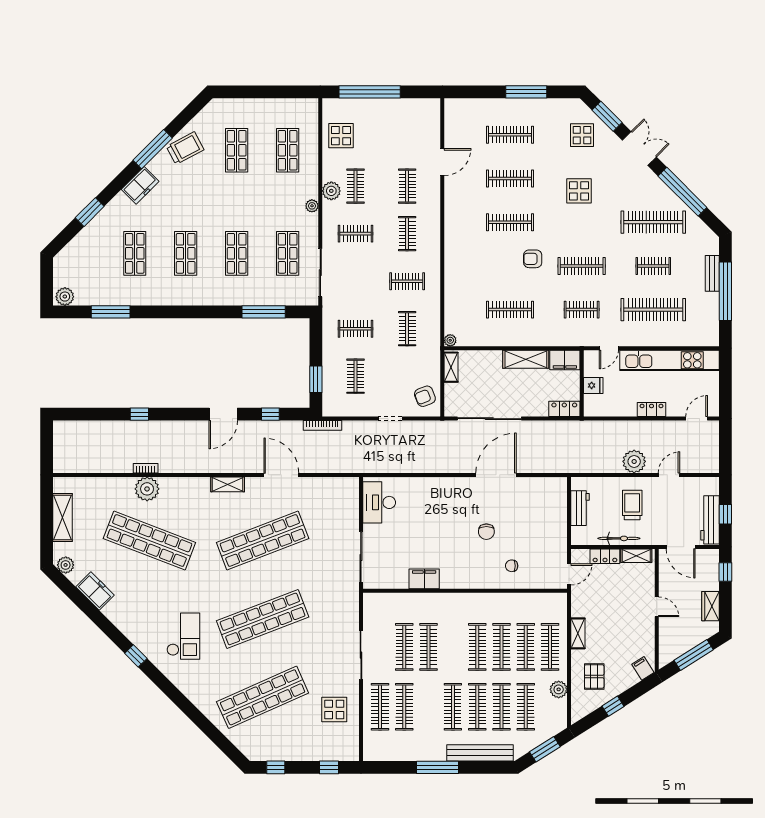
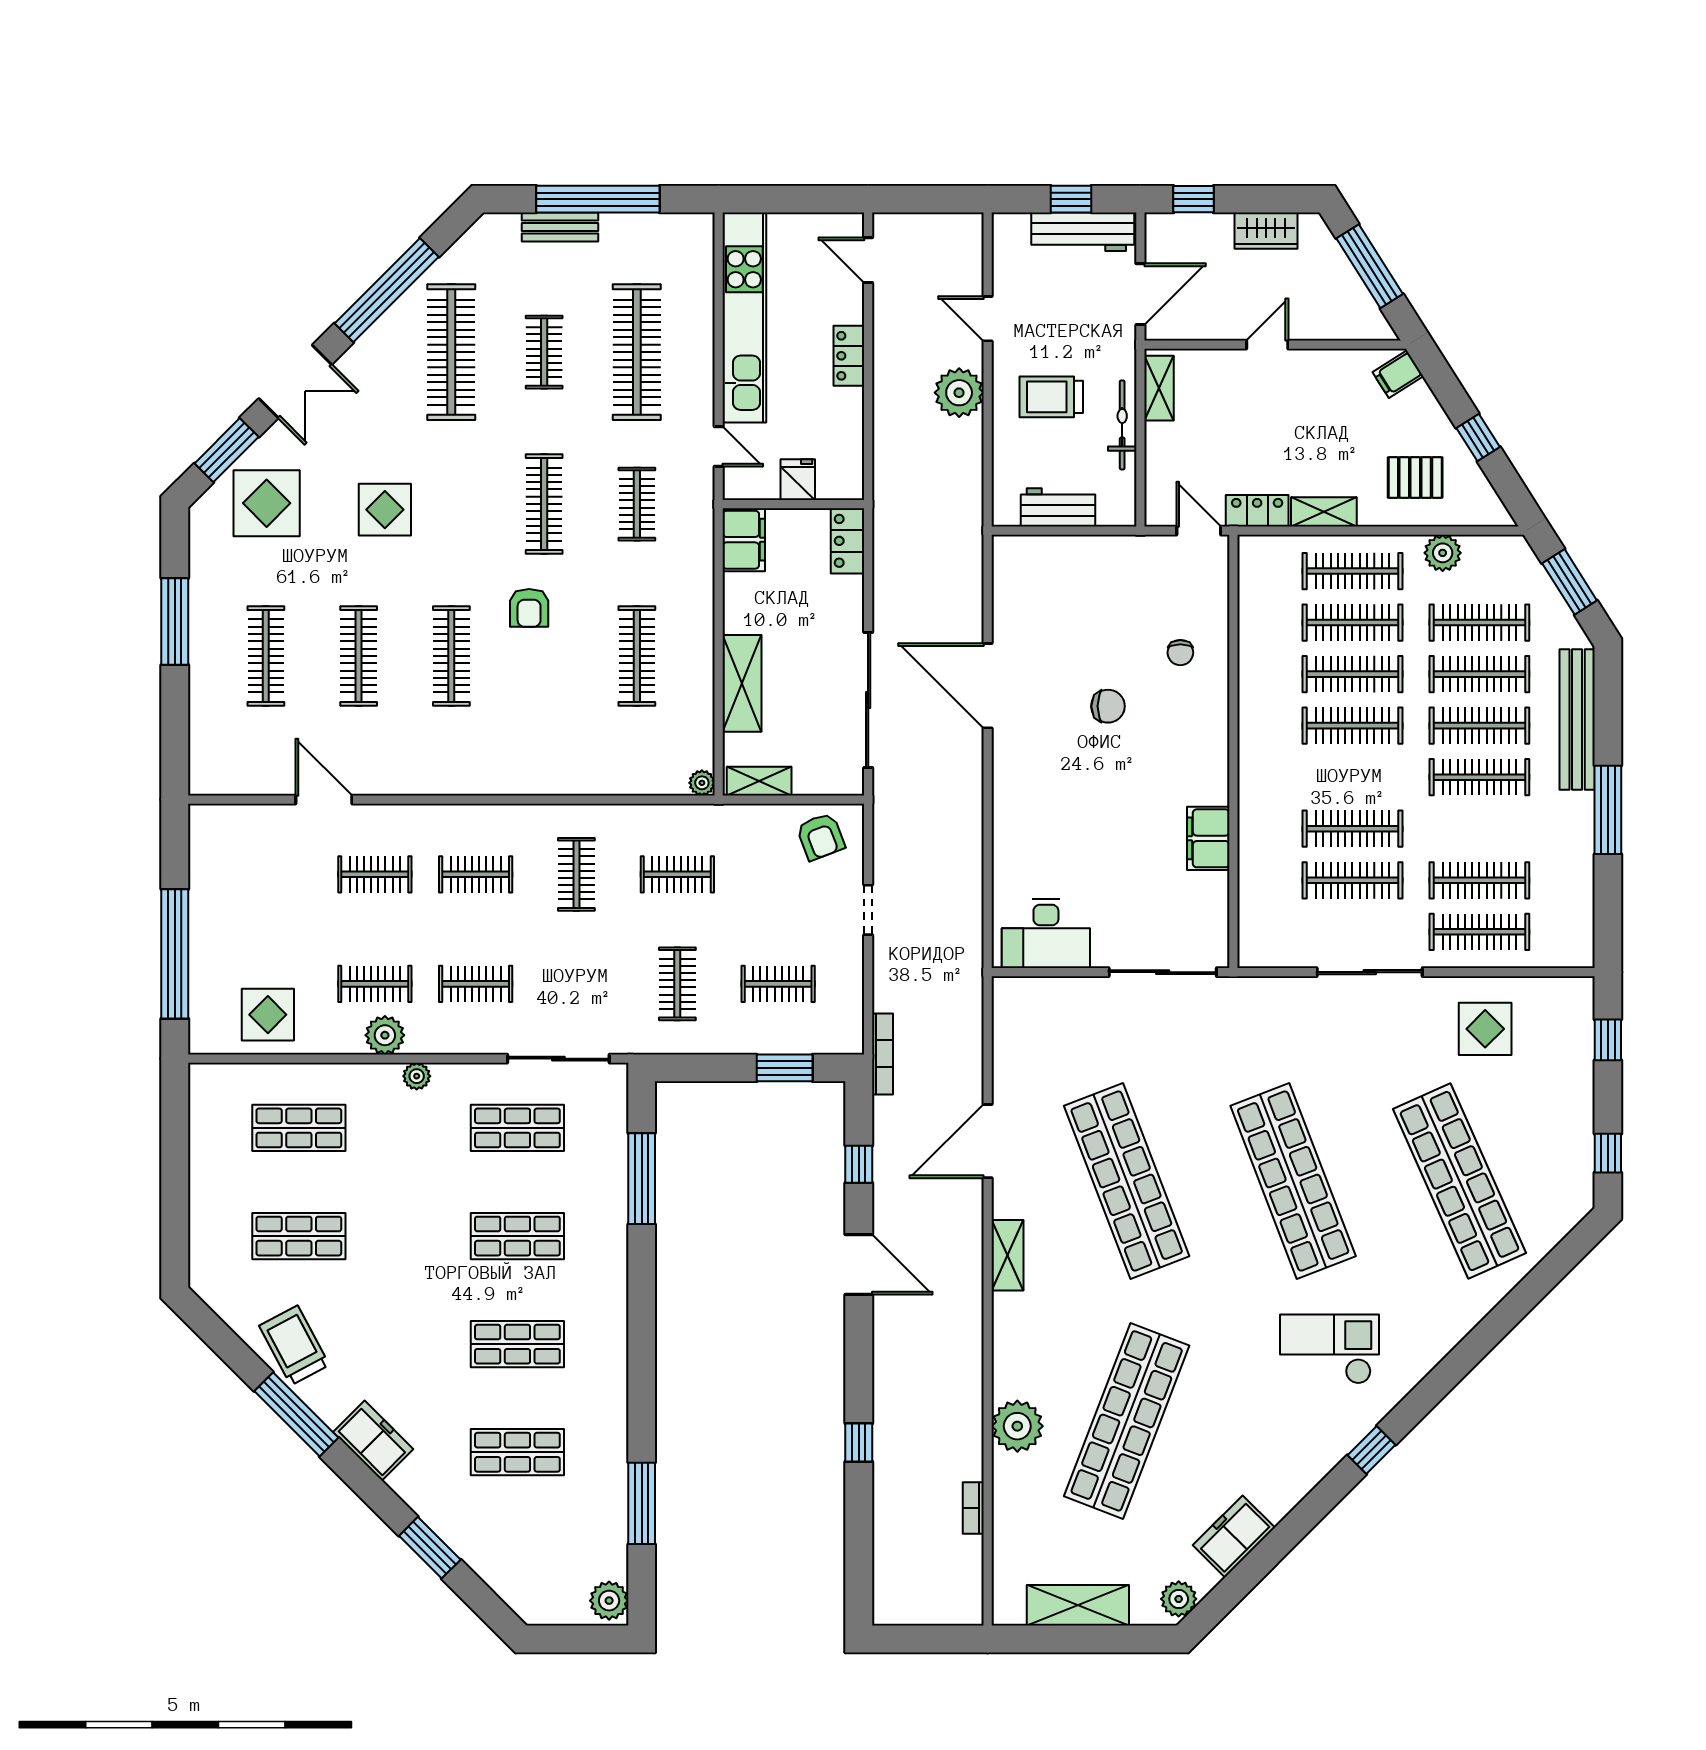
display table: (582, 135) -> (267, 503), width x1.36, depth x1.36
double door: (639, 149) -> (295, 382), swing flipped
clothes rail: (355, 234) -> (476, 984), turned 90
shelving: (526, 359) -> (742, 683), moved
bookcase: (146, 468) -> (973, 1508), moved
locker: (605, 556) -> (1257, 511), moved, turned -90

